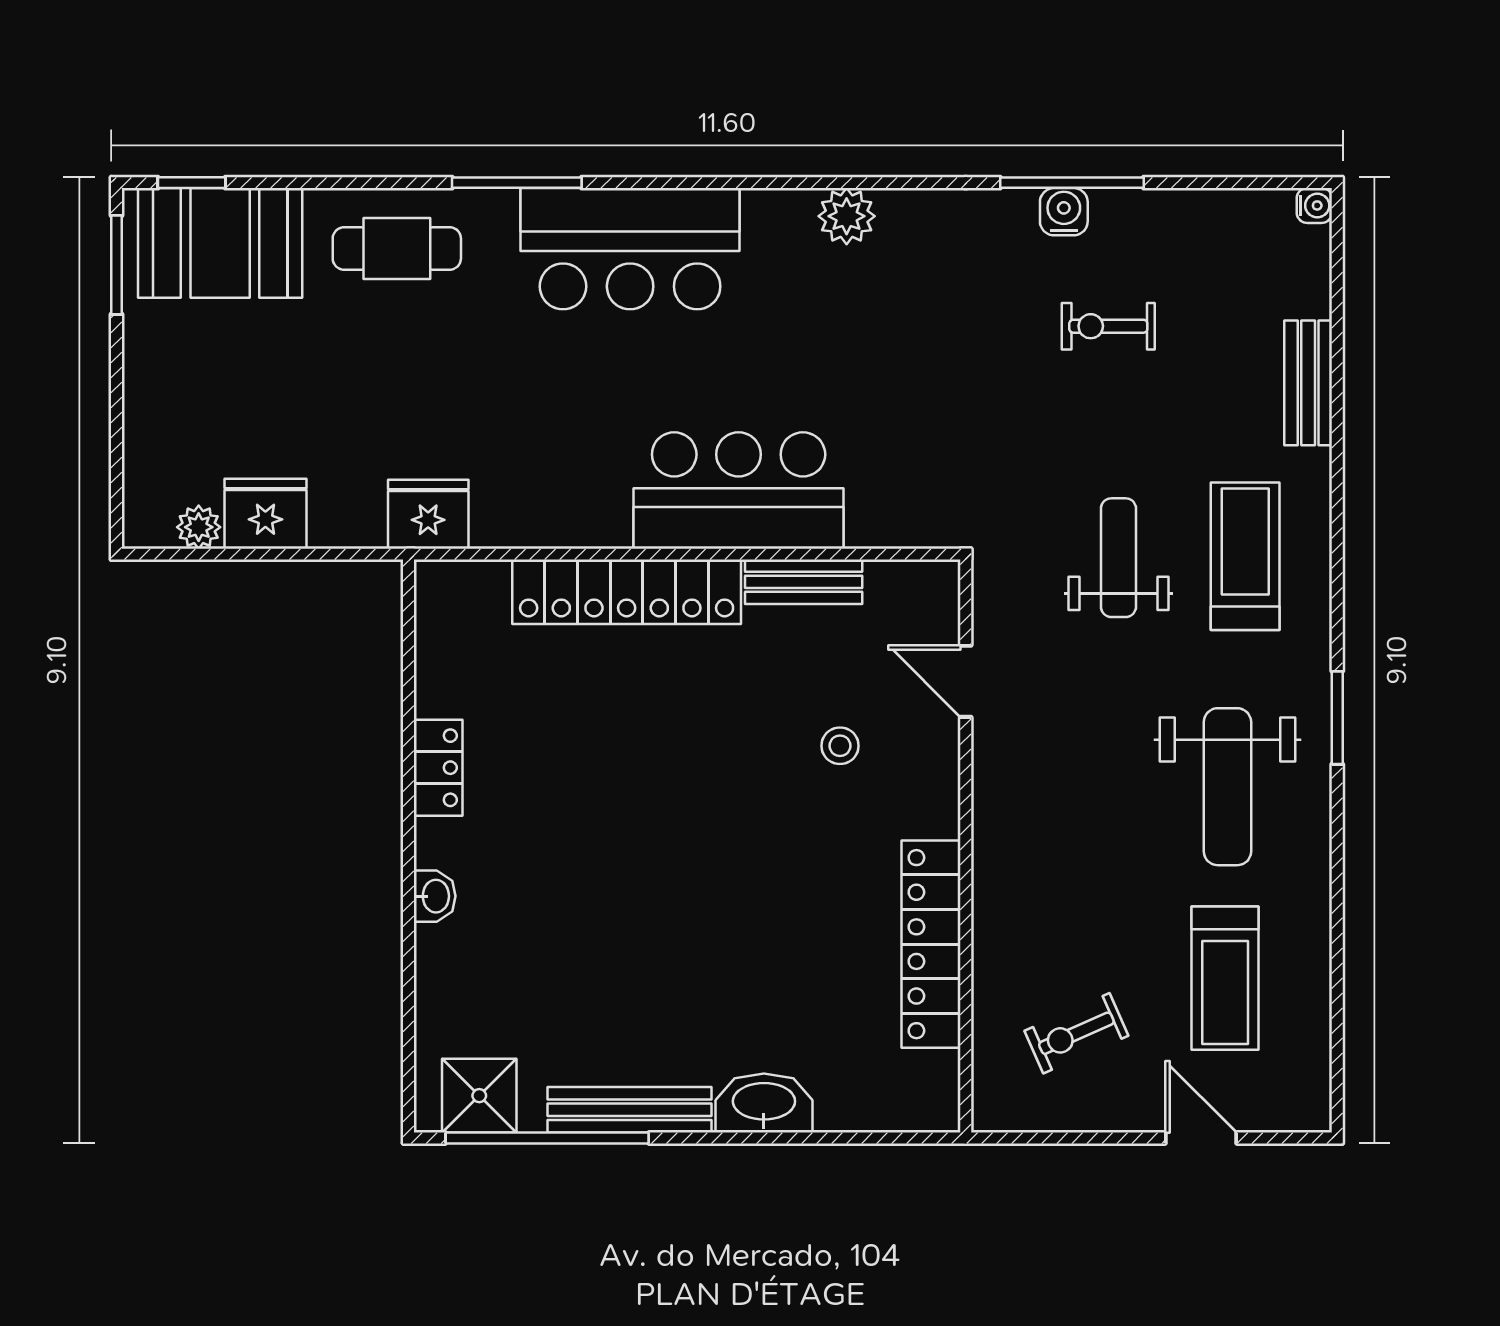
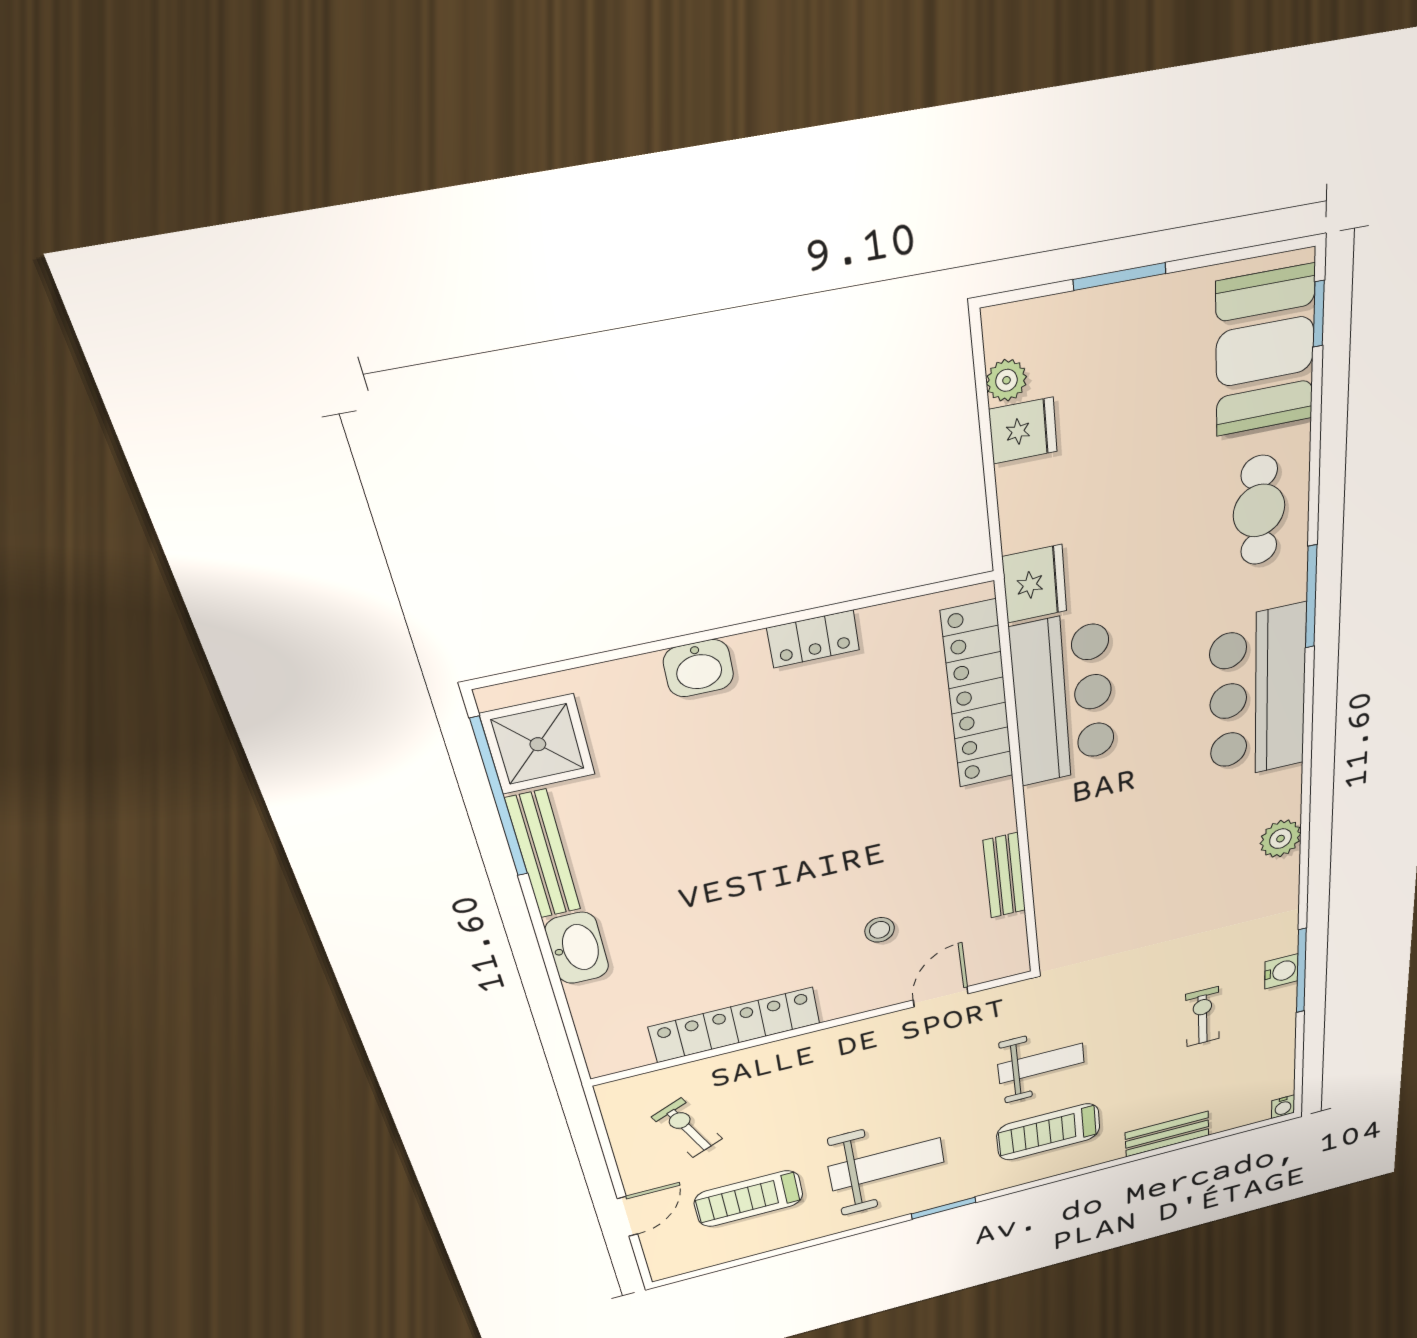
window: (117, 265) -> (1120, 276), moved
bar counter: (739, 491) -> (1063, 698), moved
fridge: (265, 514) -> (1023, 431), width x0.72
treadmill: (1245, 556) -> (1048, 1132), turned 180
locker: (627, 592) -> (978, 696), moved
weight bench: (1227, 787) -> (887, 1164), turned 180
washbasin: (435, 896) -> (698, 668), width x1.38, depth x1.45
shower: (479, 1096) -> (538, 744), width x1.36, depth x1.36

